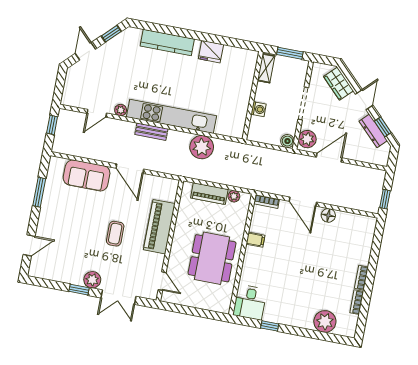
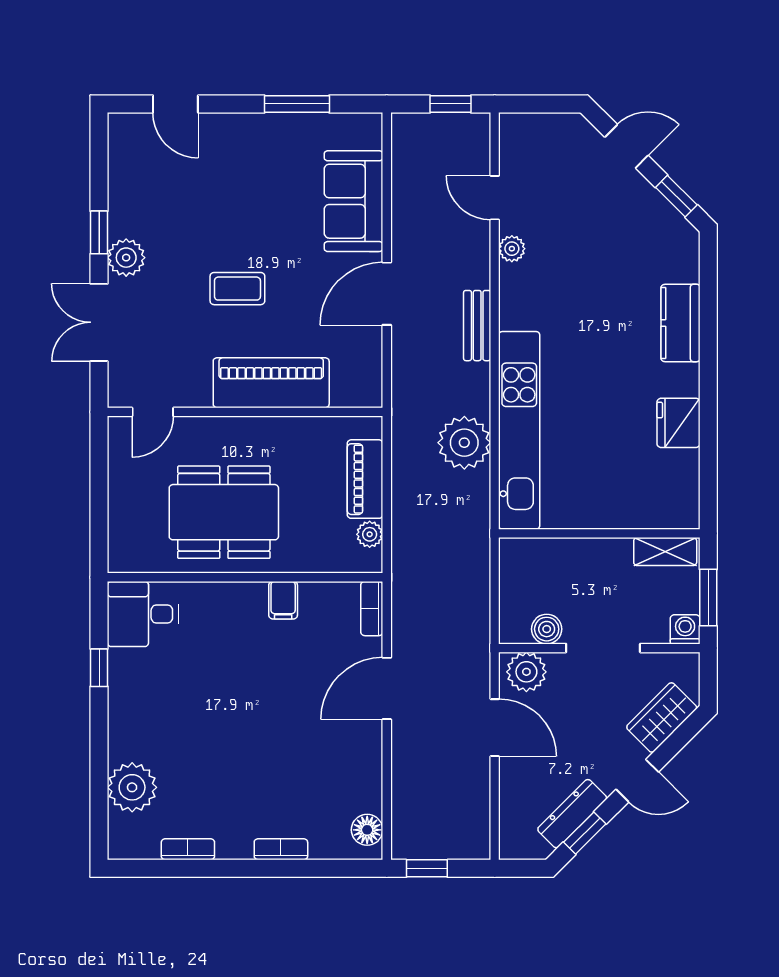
kitchen counter: (167, 42) -> (680, 323), width x0.67
washing machine: (259, 109) -> (685, 629), moved, turned 180
kitchen unit: (172, 116) -> (519, 430), moved
boiler: (287, 141) -> (547, 629), moved
floor lamp: (328, 215) -> (367, 830), moved
bookcase: (361, 278) -> (281, 849), moved

